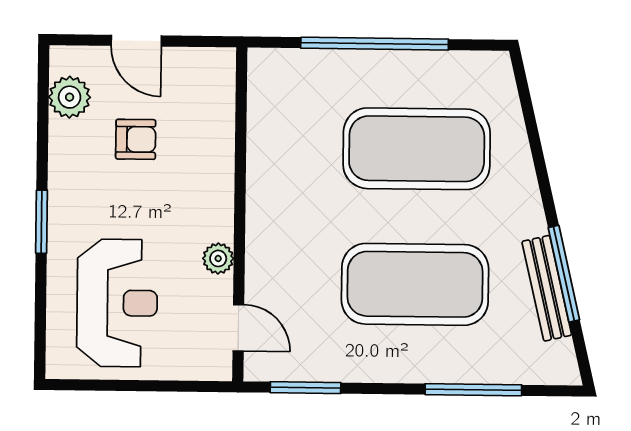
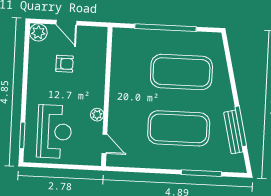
plant: (70, 97) -> (38, 32), moved
window: (42, 222) -> (22, 135), moved
window: (305, 388) -> (131, 170), removed

